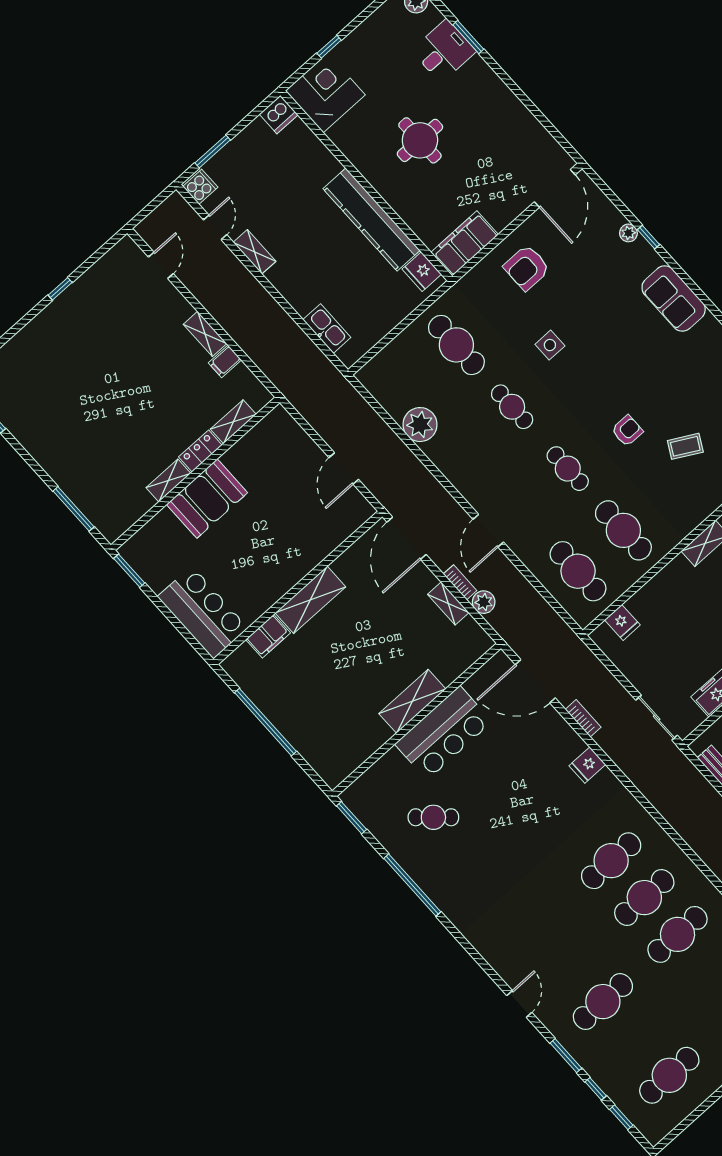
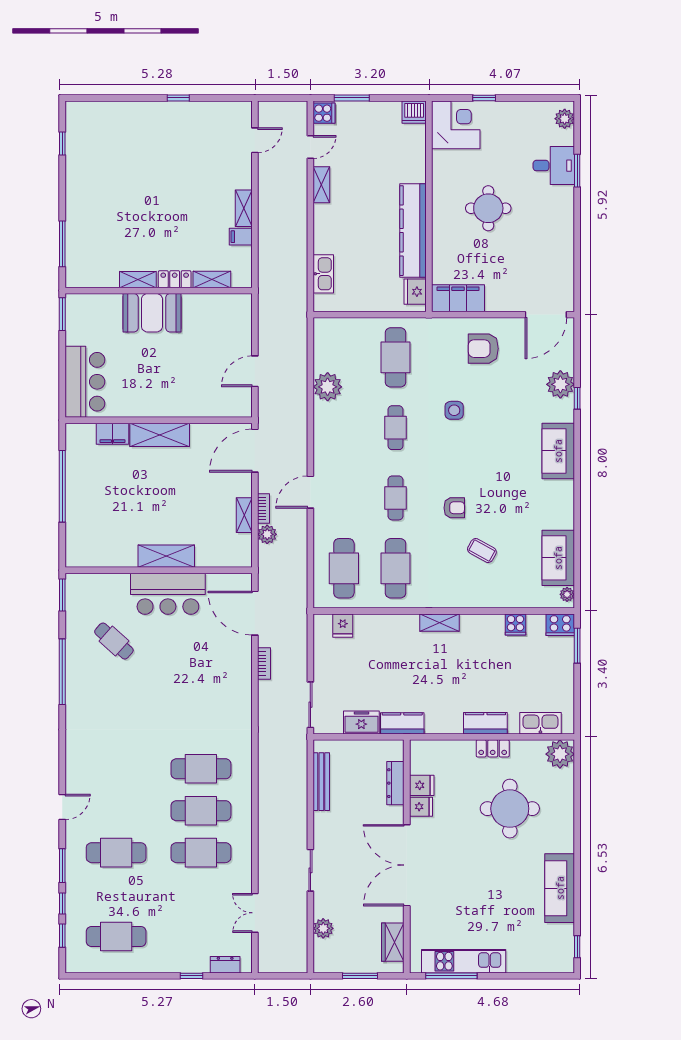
plant: (628, 233) -> (560, 384), width x1.88, depth x1.88
fridge: (587, 765) -> (240, 695), removed

